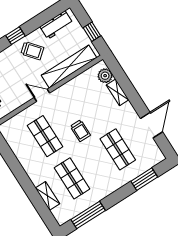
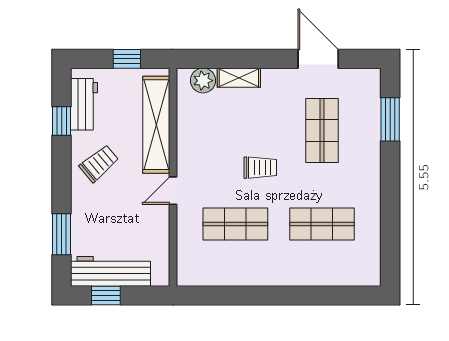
window: (15, 36) -> (62, 121), moved
shop shelf: (118, 149) -> (322, 130), turned 90
shelving: (47, 196) -> (325, 276), removed
window: (88, 215) -> (390, 234), removed

